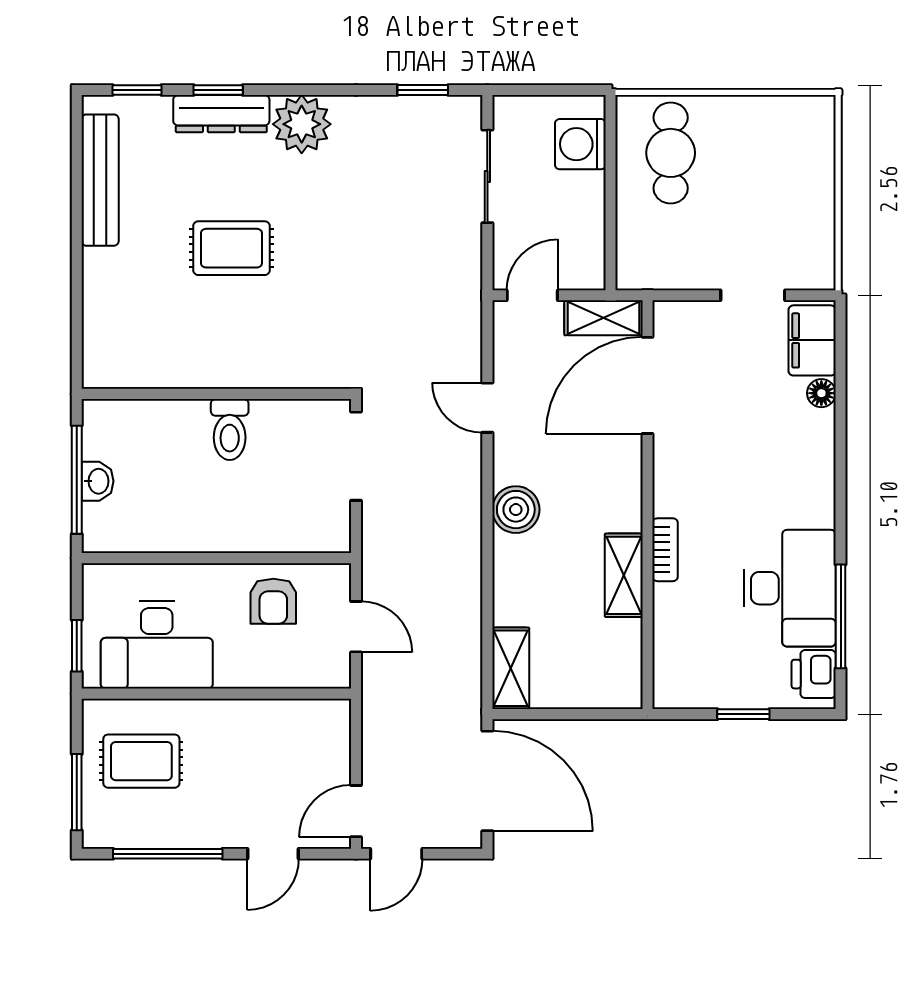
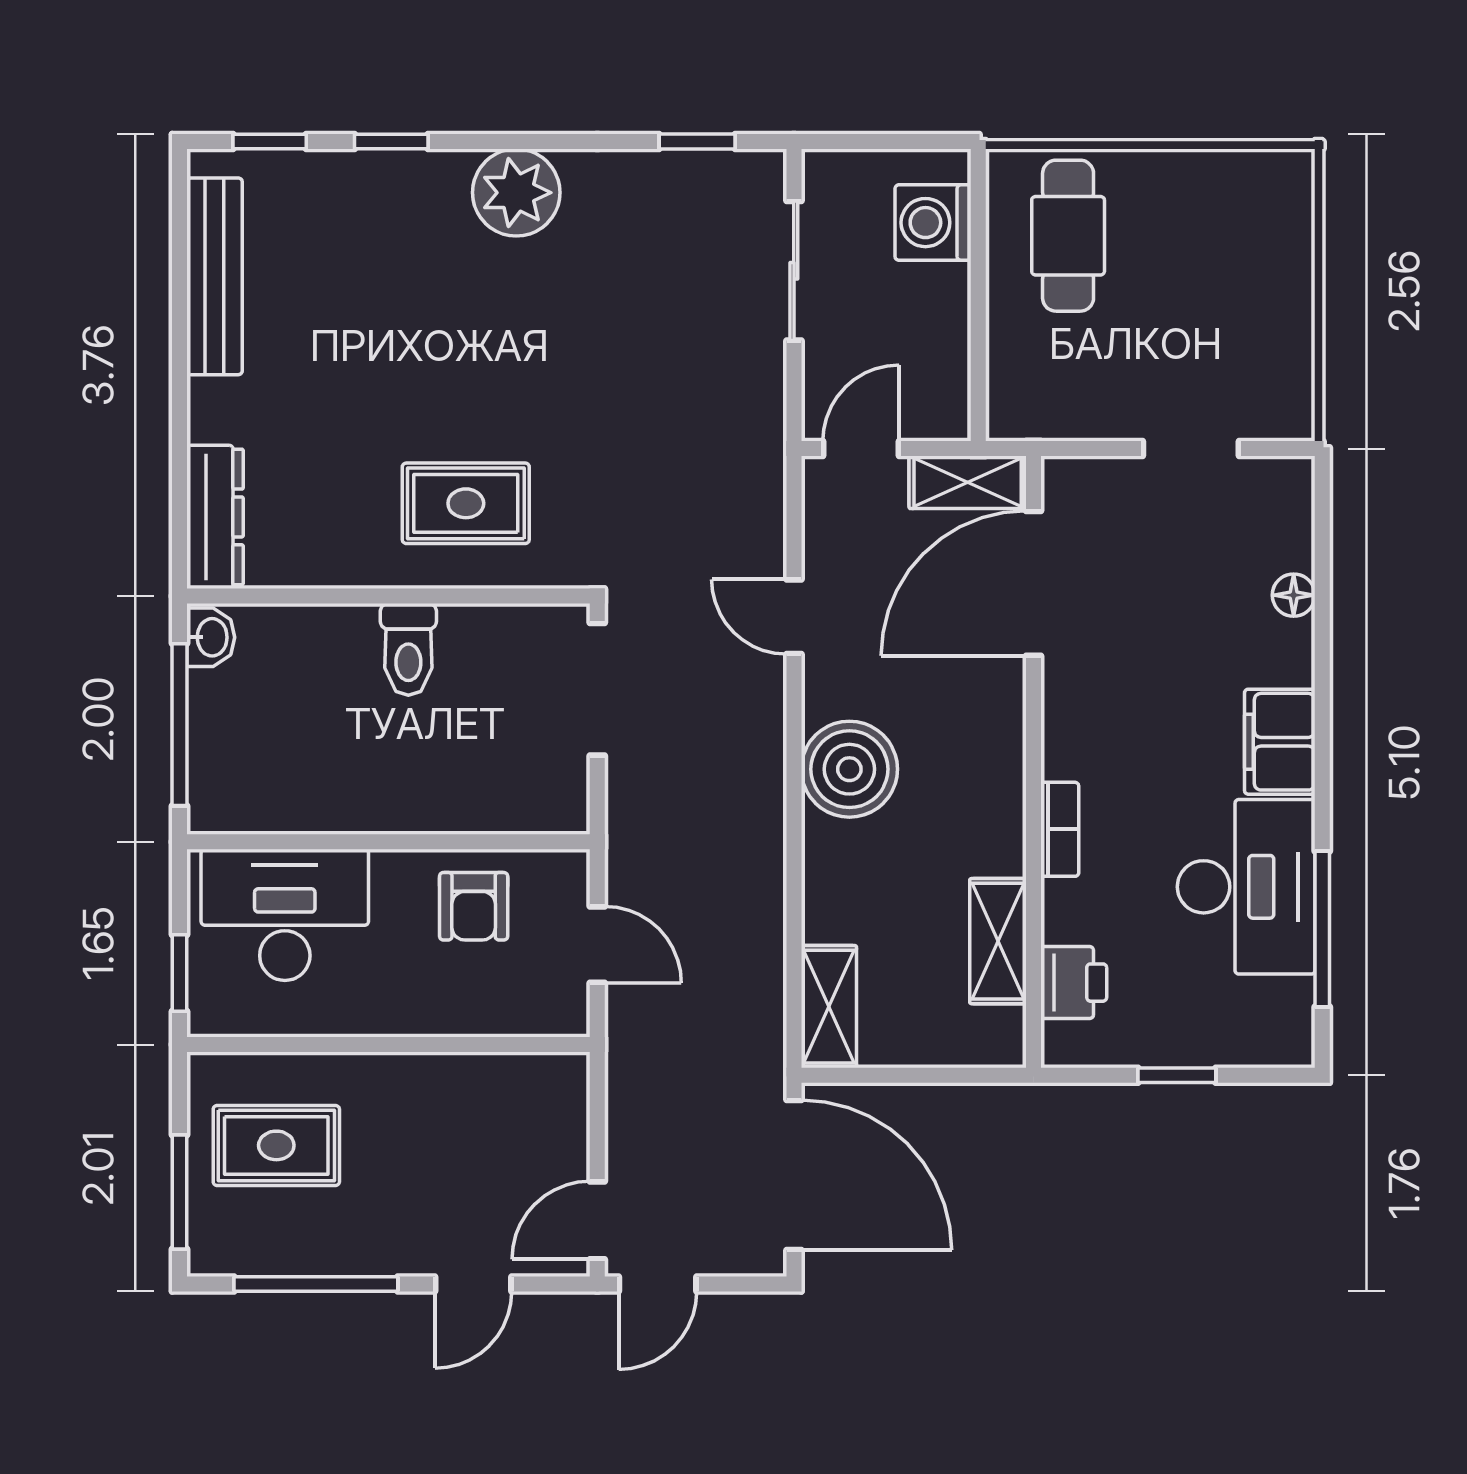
dresser: (221, 114) -> (215, 517), moved, turned -90
rug: (231, 248) -> (466, 503), moved
filing cabinet: (812, 340) -> (1280, 742), moved
washbasin: (98, 481) -> (211, 637), moved
boiler: (516, 510) -> (849, 769), width x1.37, depth x1.37
shelving: (624, 575) -> (998, 941), moved
desk: (157, 645) -> (285, 915), moved, turned 180
printer: (814, 674) -> (1074, 983), moved, turned 180

